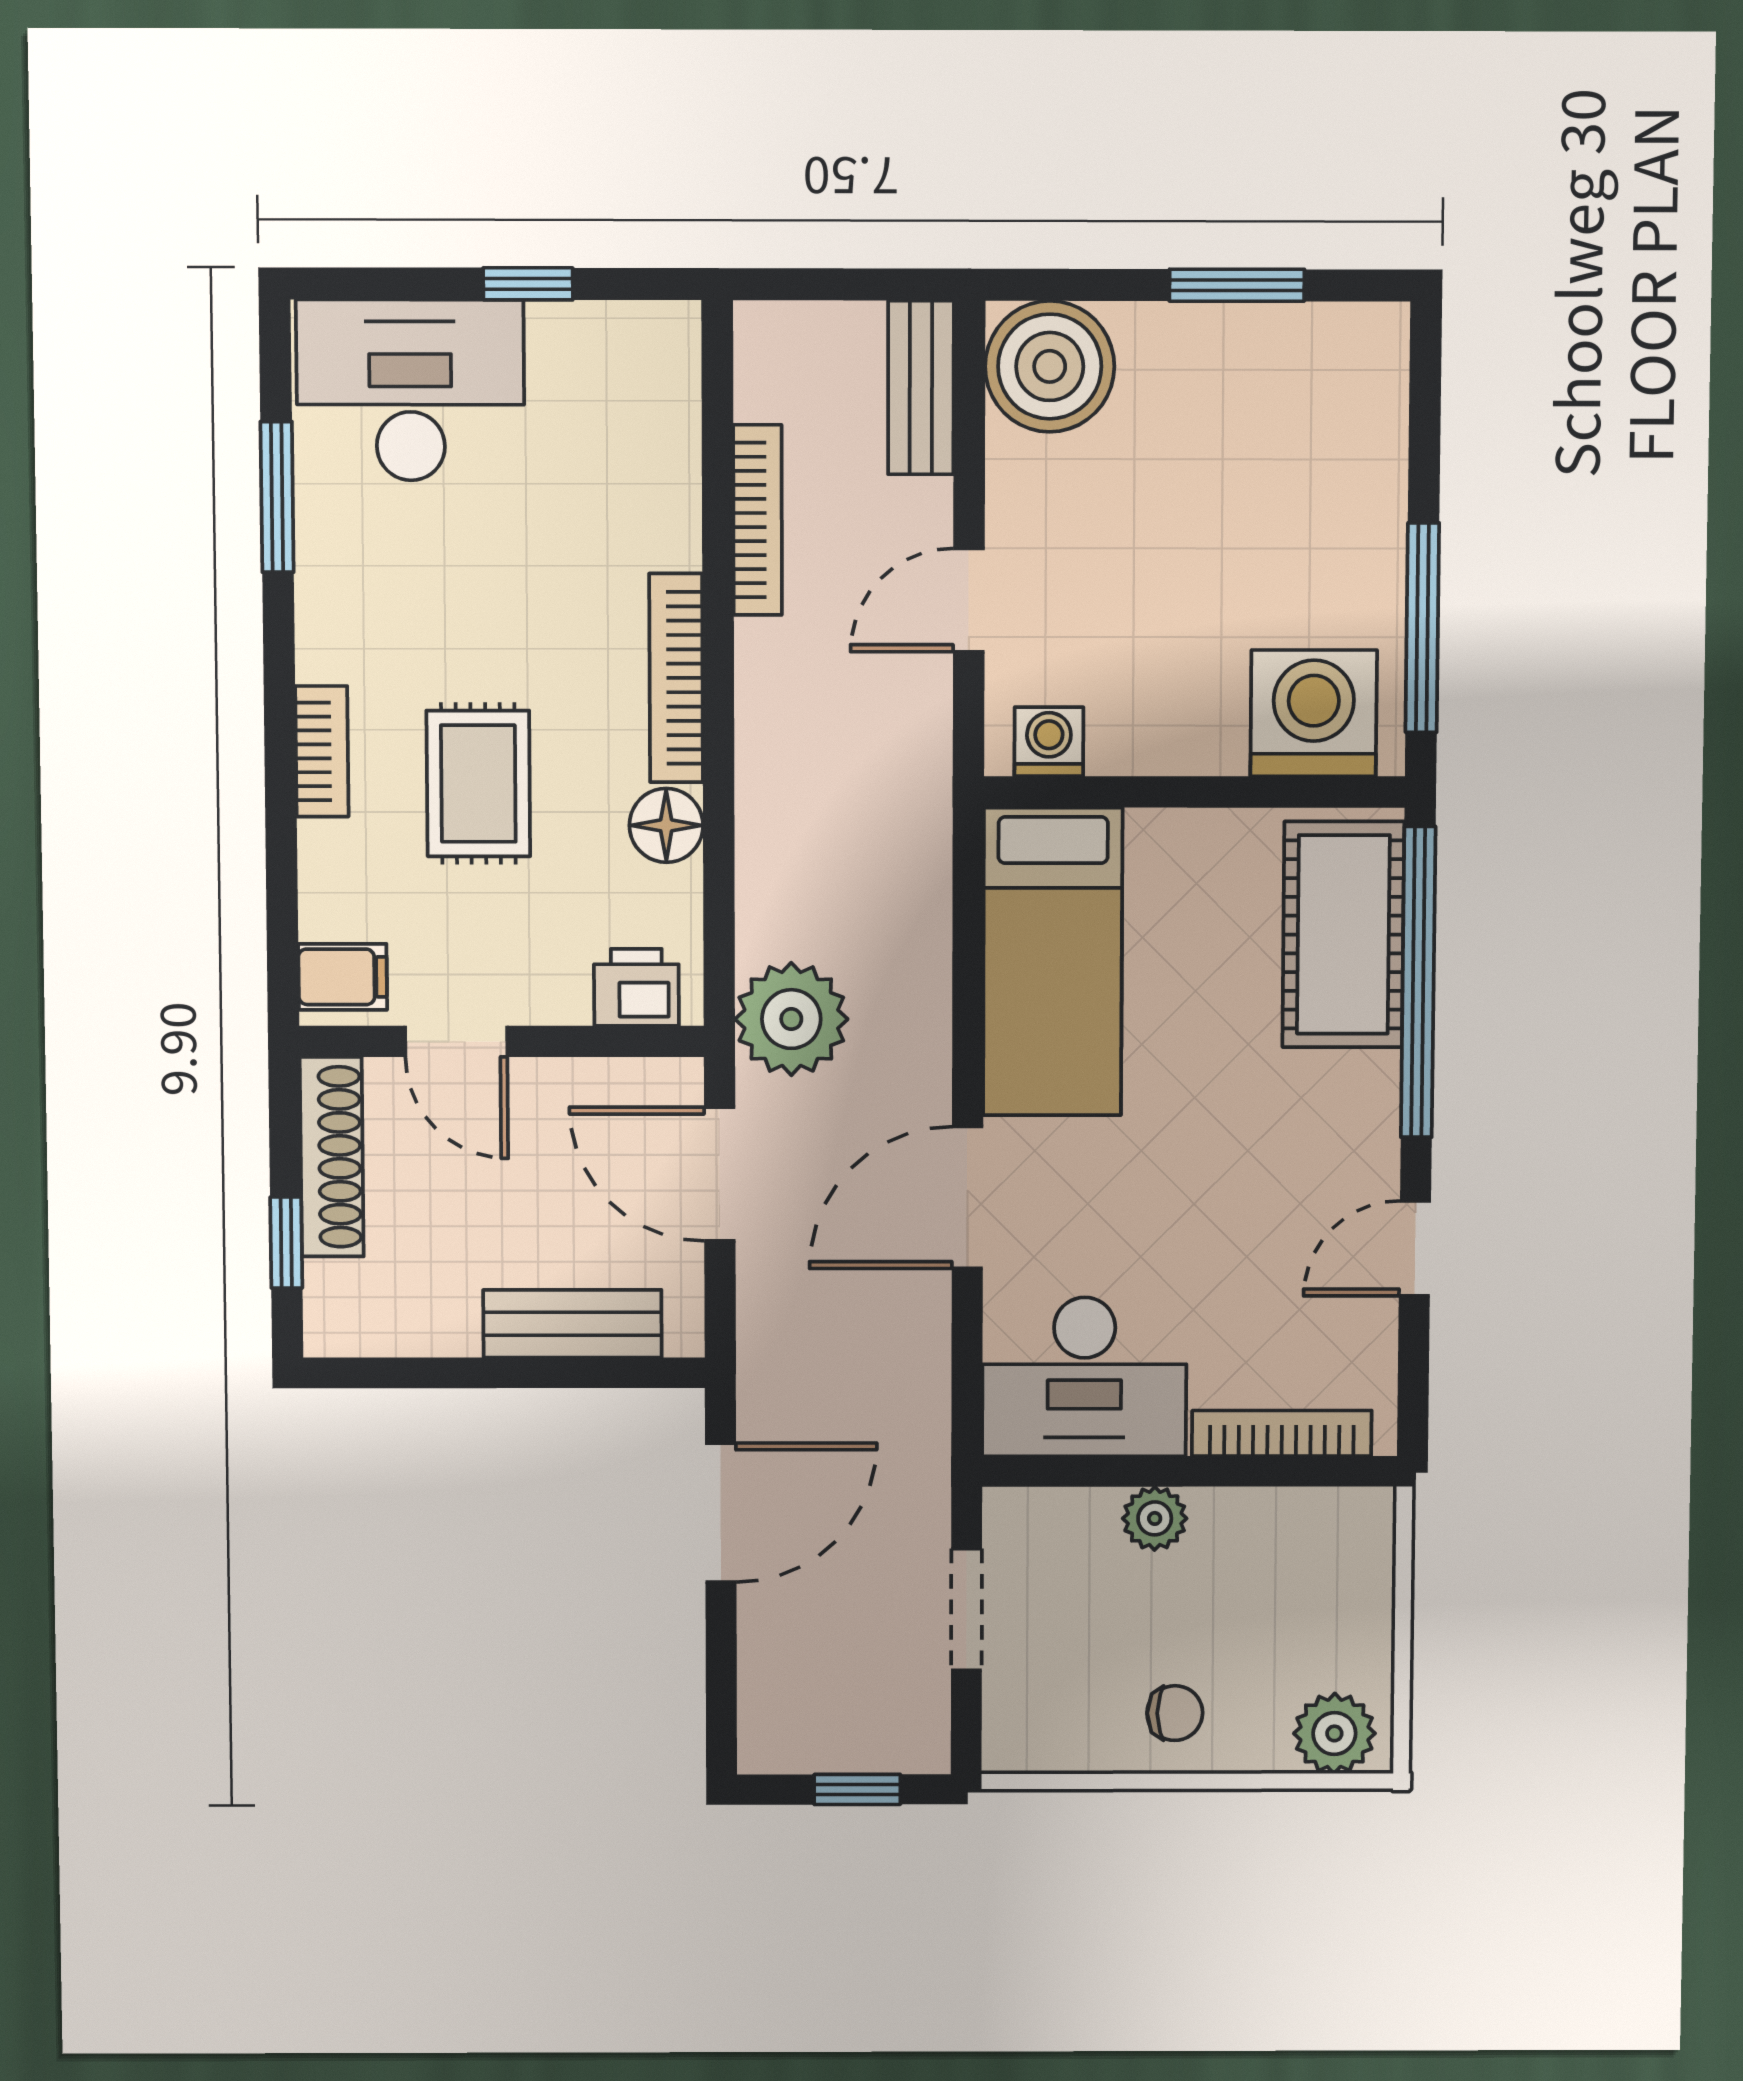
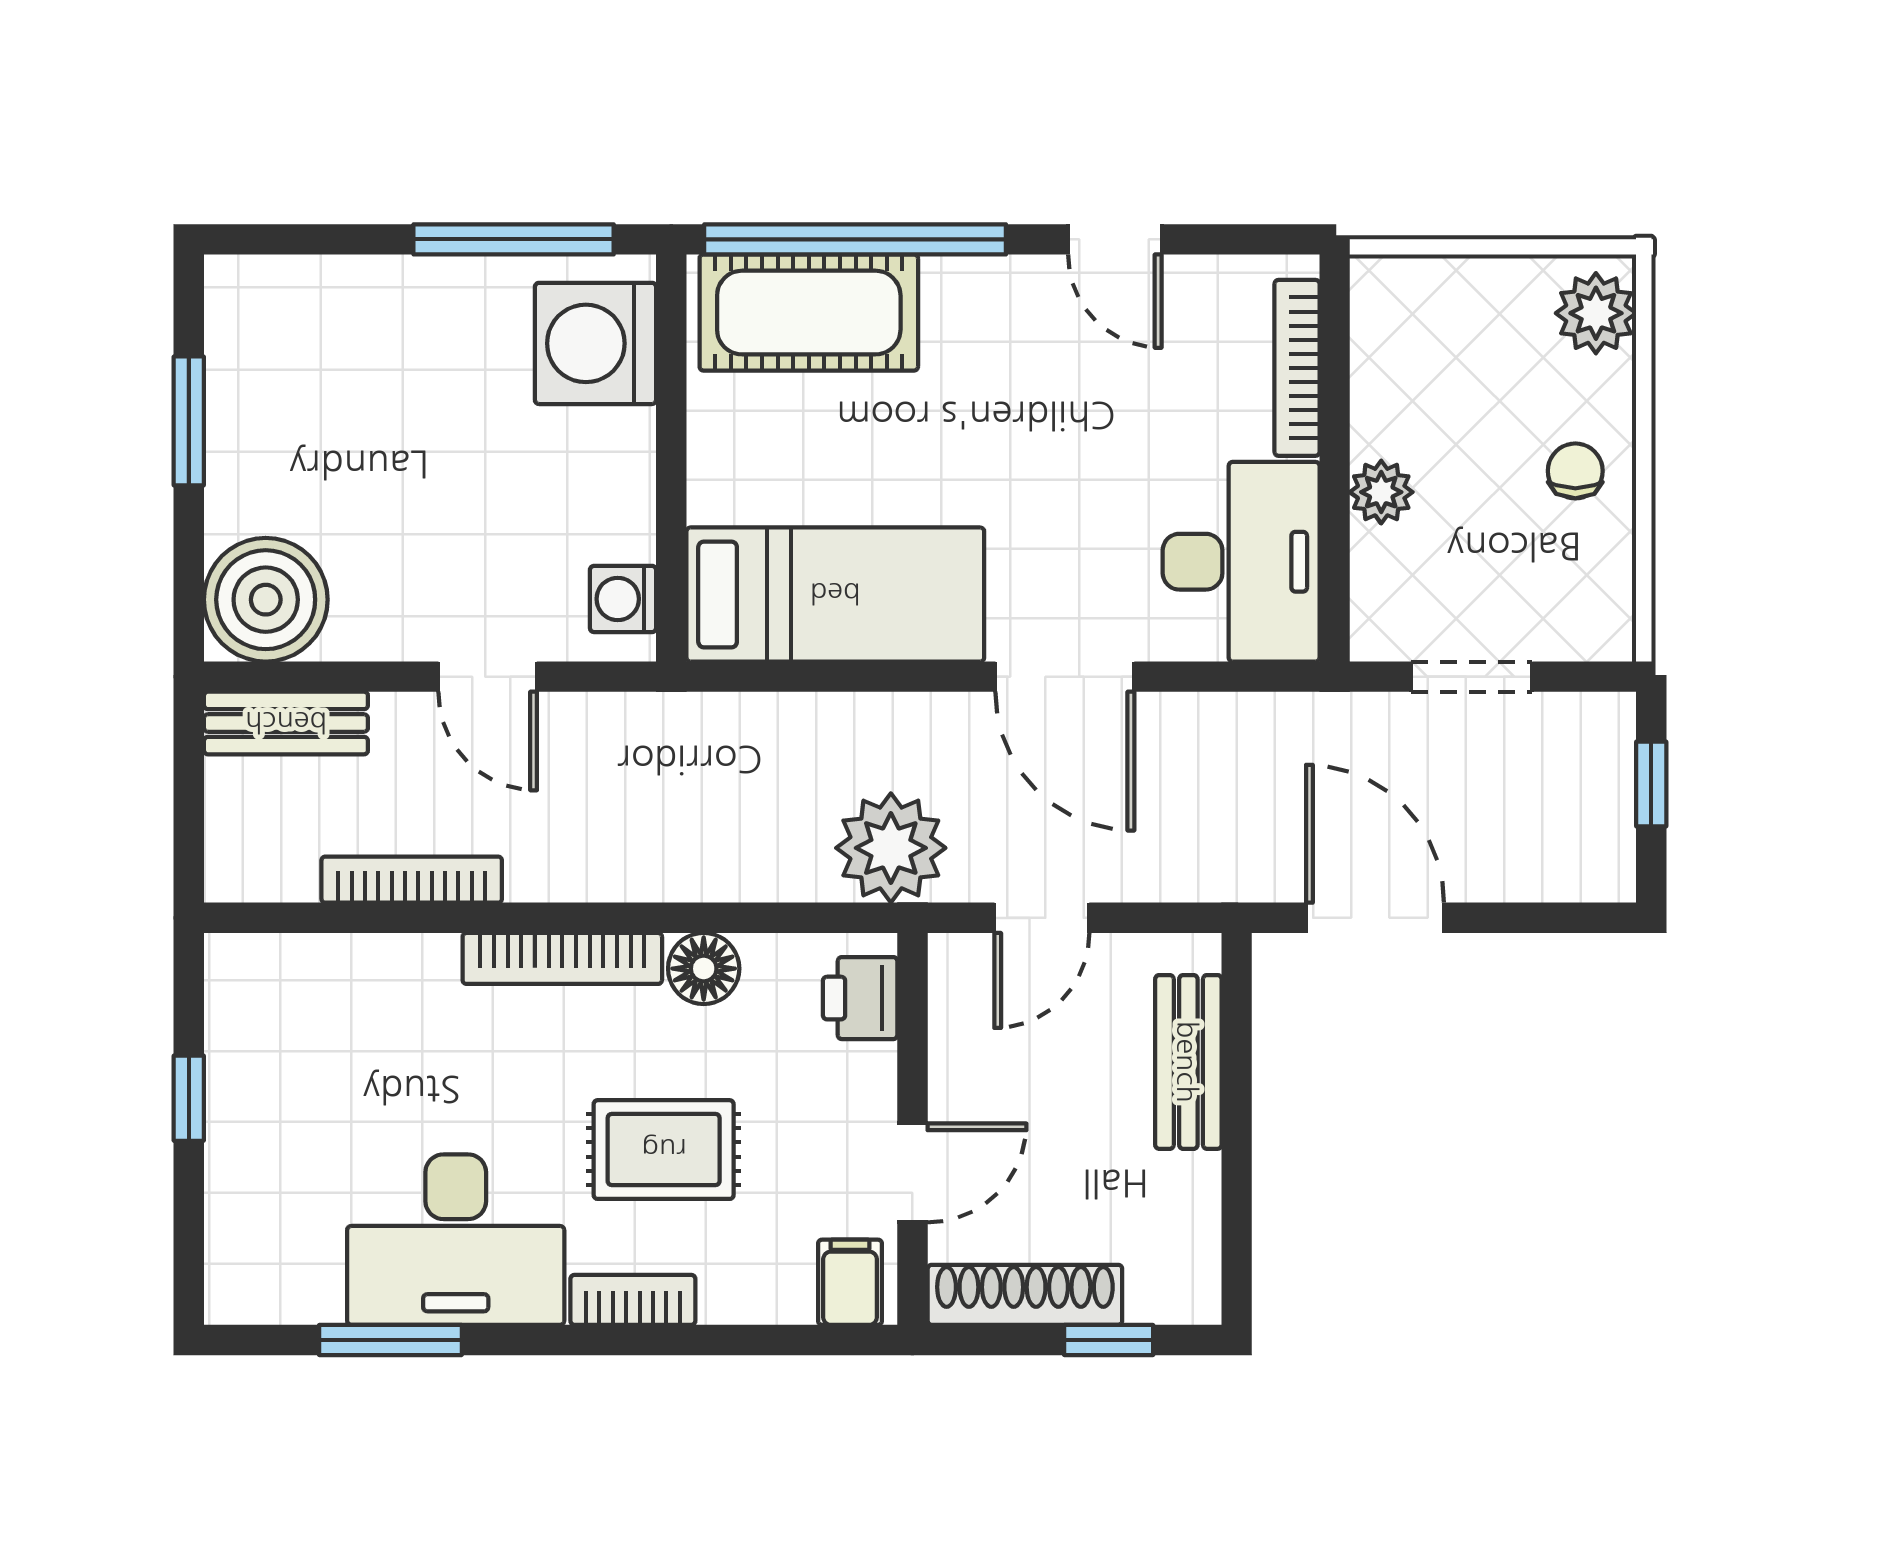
desk: (410, 390) -> (456, 1240), moved, turned -90
door: (720, 1174) -> (1042, 918), width x0.73

